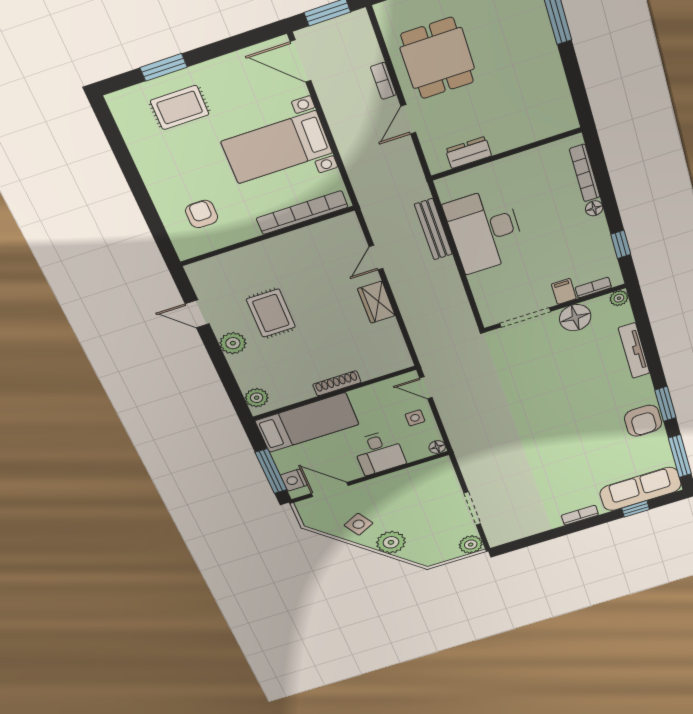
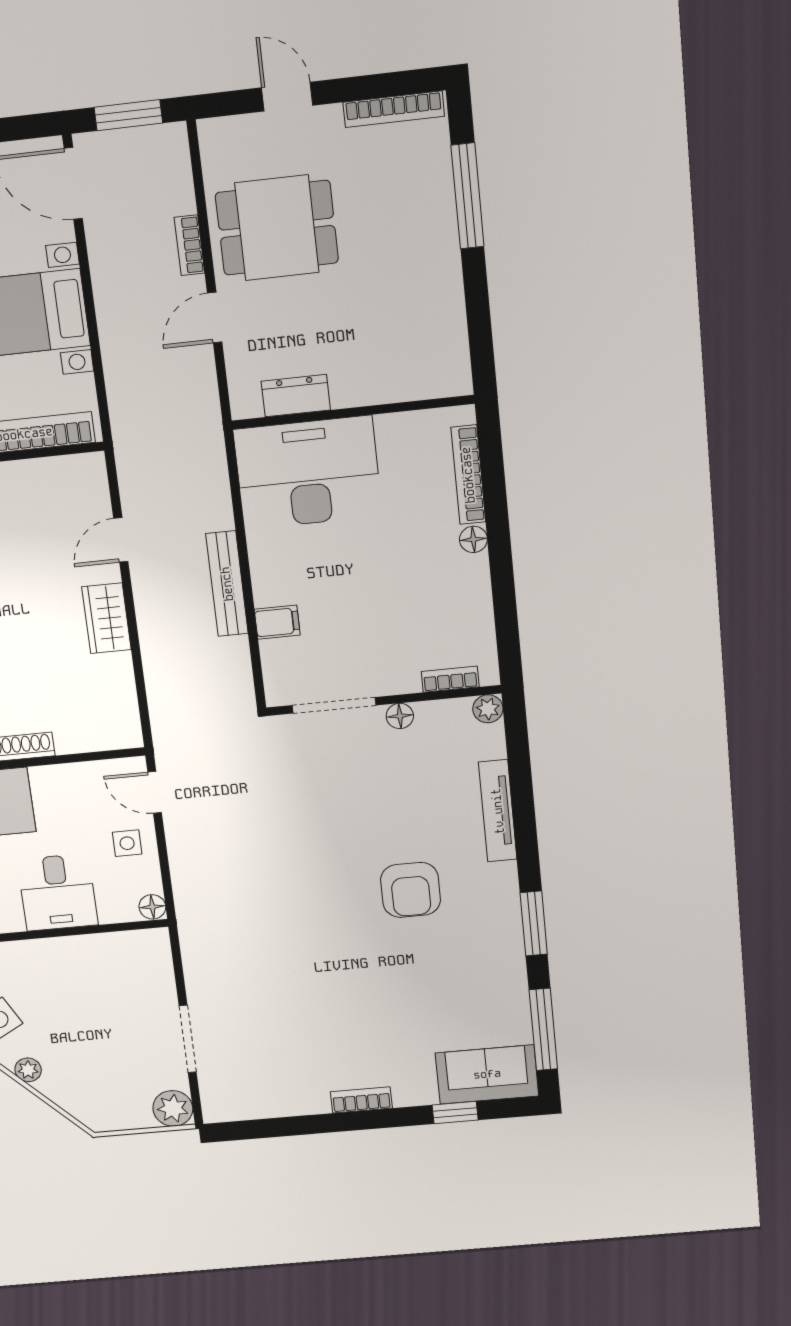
dining table: (437, 58) -> (277, 228), turned 90
bench: (433, 229) -> (227, 584), moved
desk: (485, 230) -> (308, 473), moved, turned 90
window: (621, 244) -> (505, 613), removed
filing cabinet: (564, 291) -> (277, 622), moved, turned 90
floor lamp: (575, 318) -> (400, 716), width x0.53, depth x0.53
armchair: (643, 421) -> (411, 890), moved
sofa: (641, 489) -> (487, 1074), width x0.73
plant: (391, 542) -> (28, 1070), width x0.53, depth x0.53

